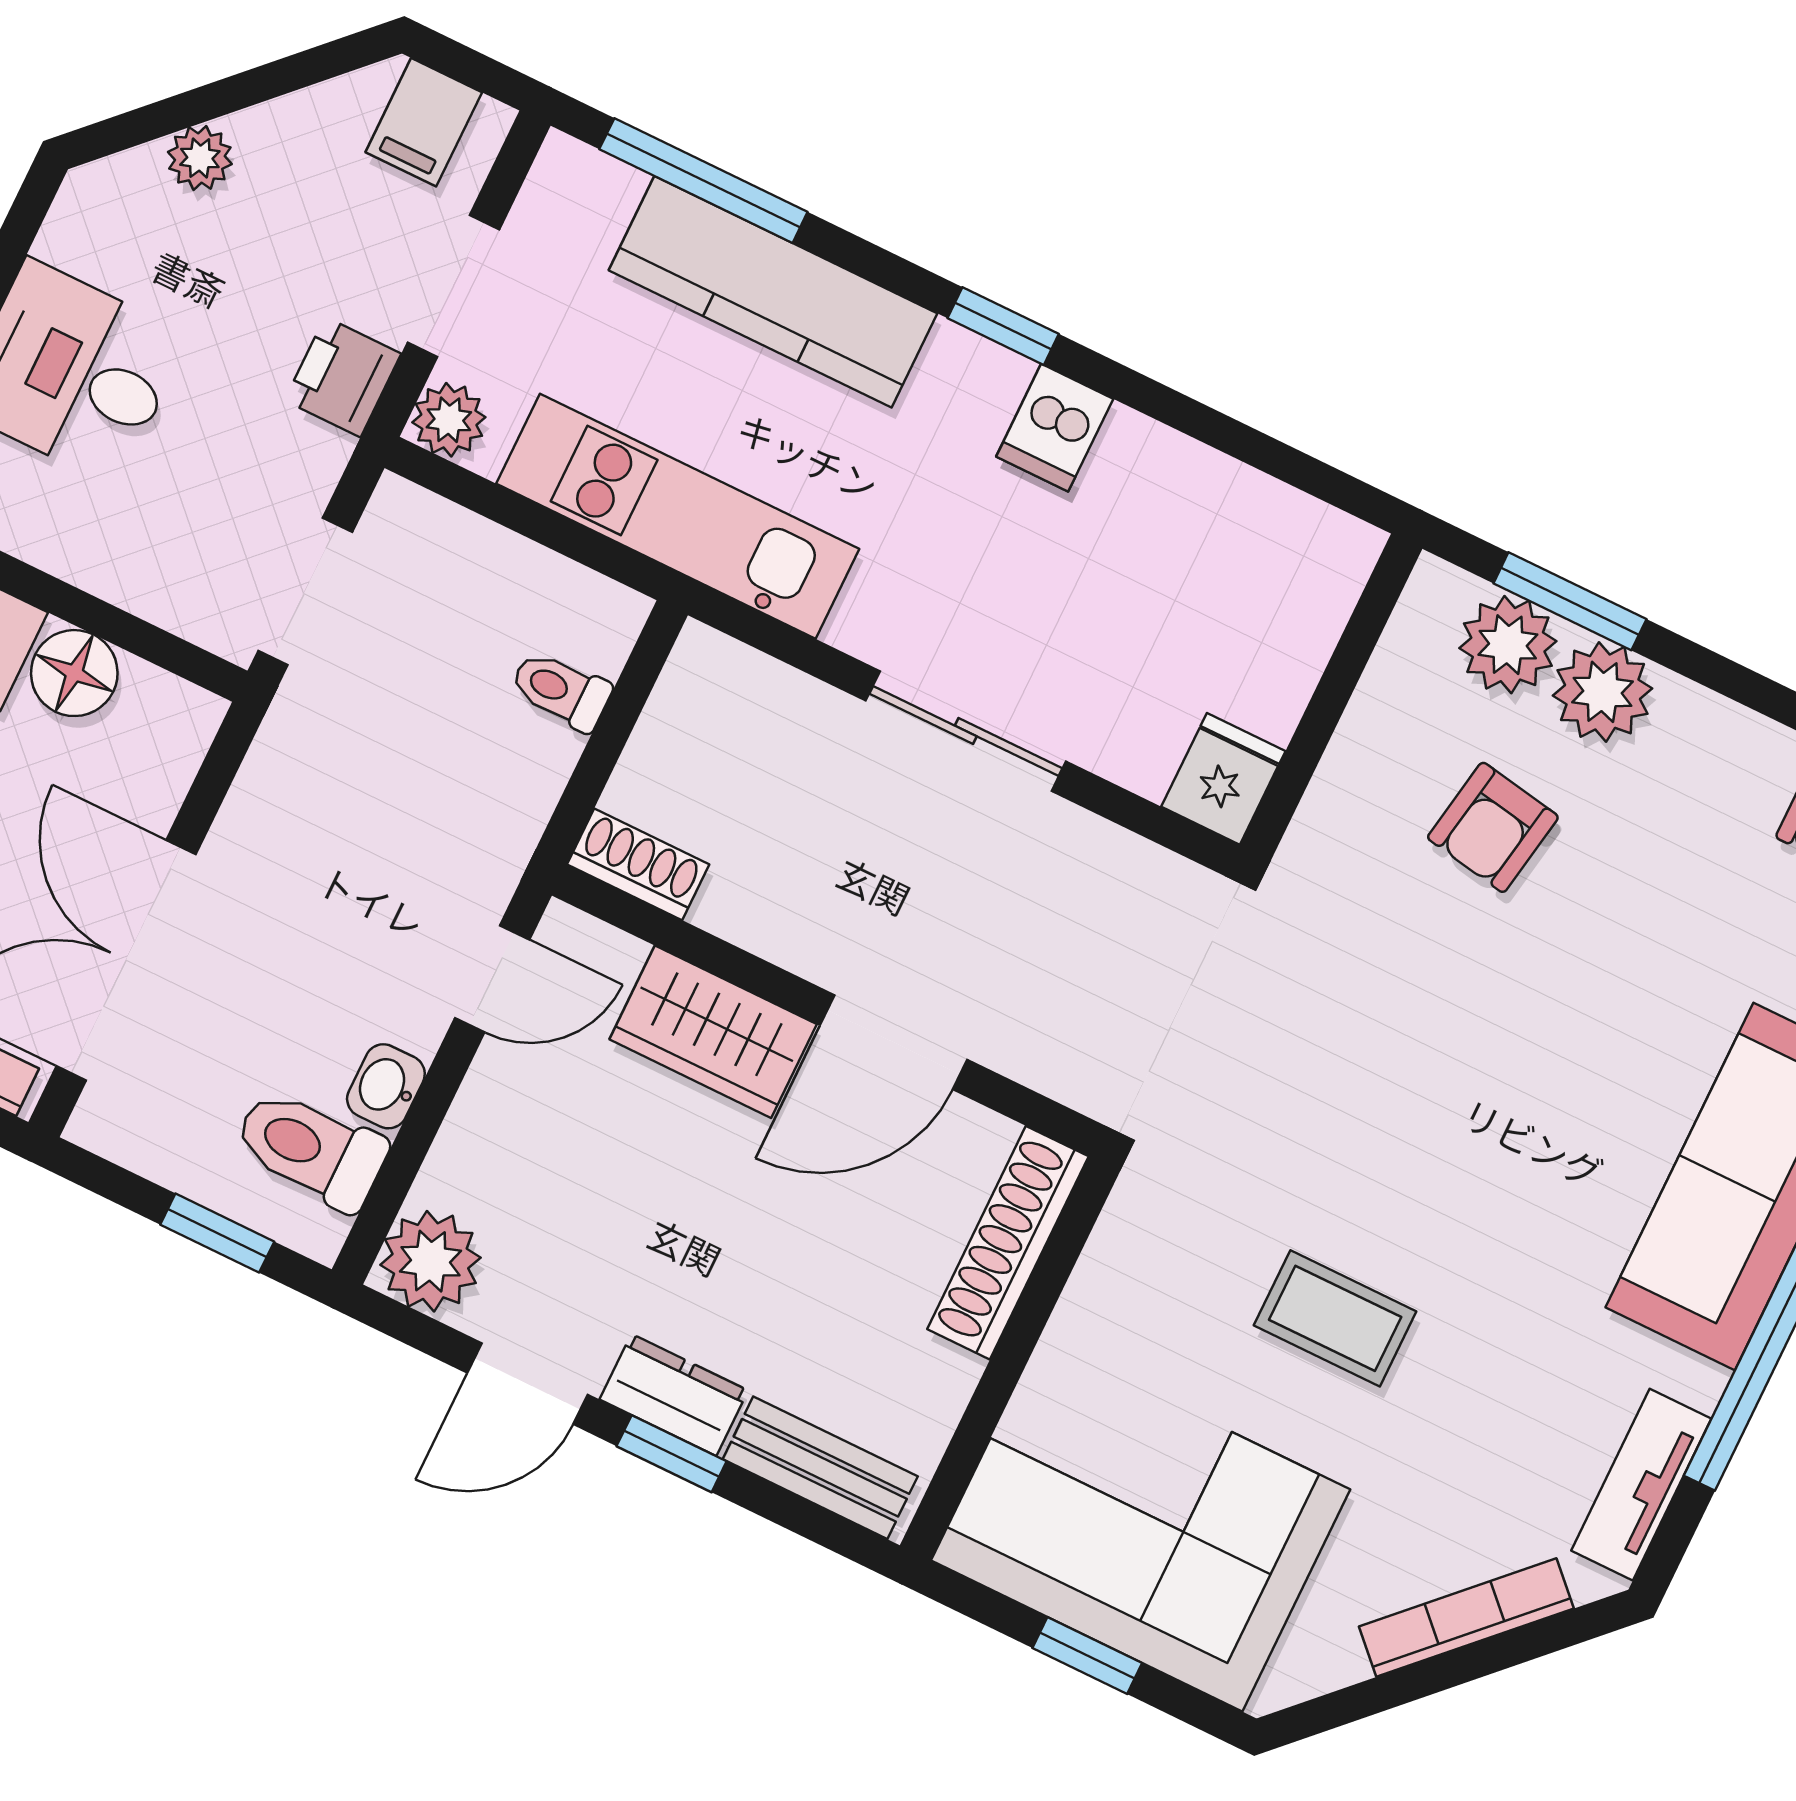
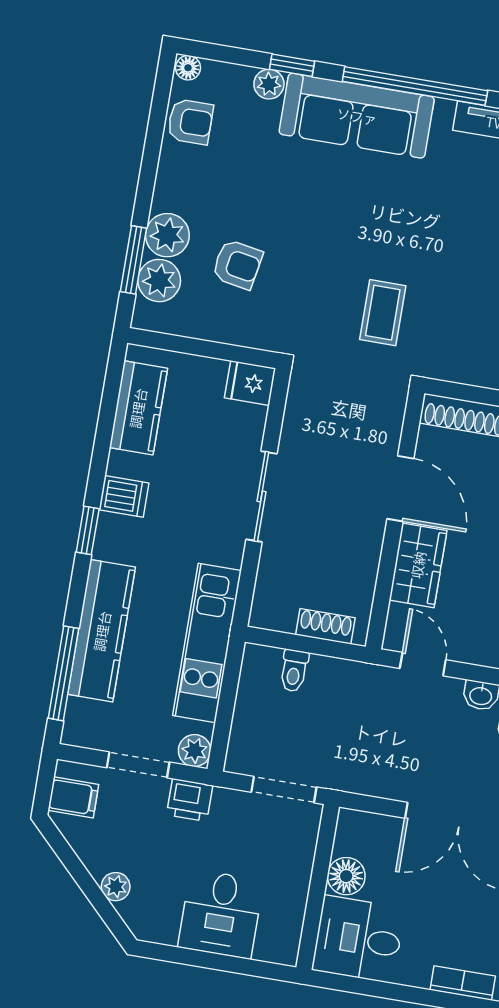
kitchen counter: (1240, 517) -> (138, 408), added
shoe rack: (638, 864) -> (325, 626), moved, turned 90
coffee table: (1335, 1318) -> (383, 313), moved

